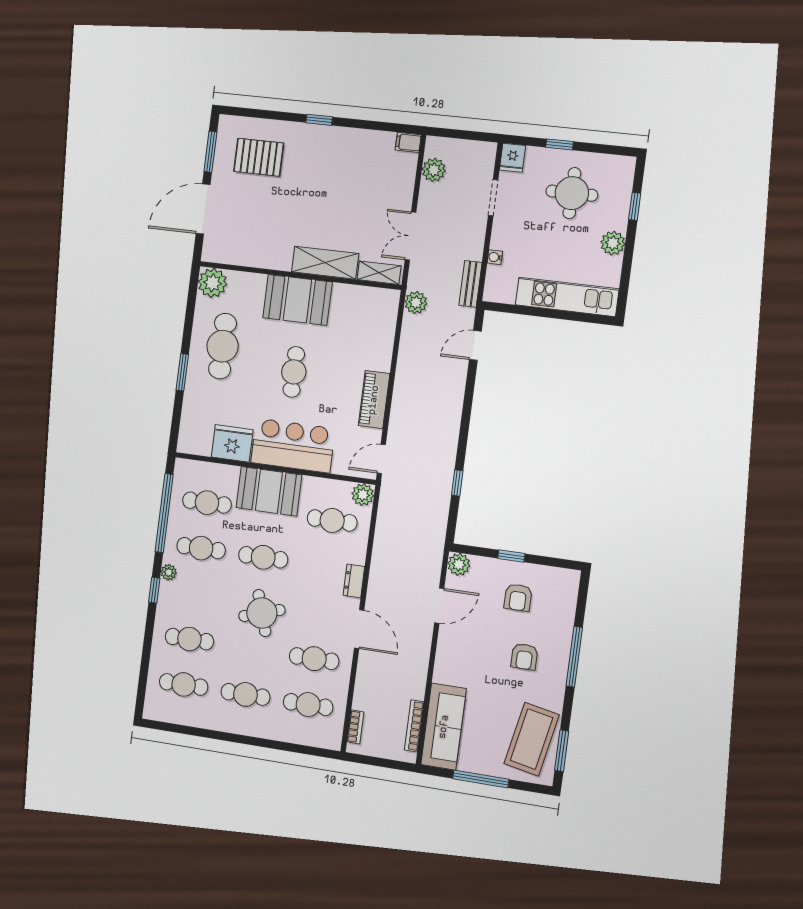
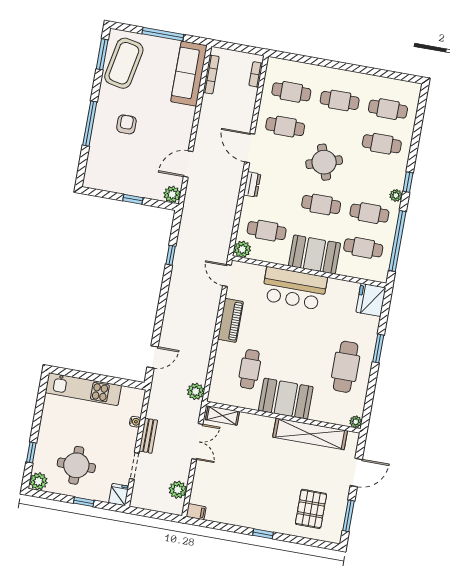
pallet: (259, 157) -> (311, 509), turned 90
door: (203, 209) -> (356, 472), width x0.73
plant: (613, 243) -> (38, 481), moved
shelving: (325, 263) -> (310, 434), moved, width x1.47
plant: (212, 283) -> (356, 422), width x0.53, depth x0.53
bench: (470, 284) -> (148, 436), moved
cafe table: (294, 372) -> (250, 369), moved
fridge: (232, 443) -> (371, 300), moved, turned 90
door: (381, 459) -> (227, 275), swing flipped
armchair: (518, 597) -> (129, 168), removed

